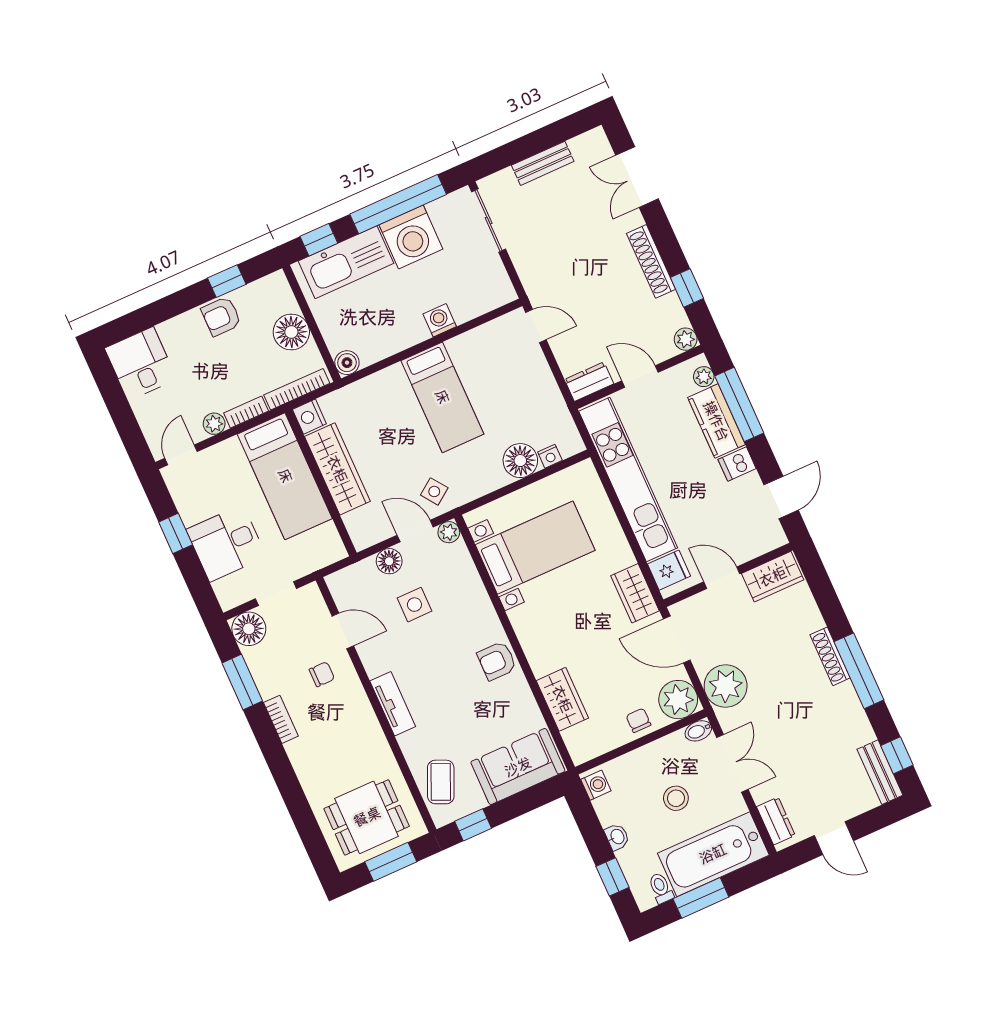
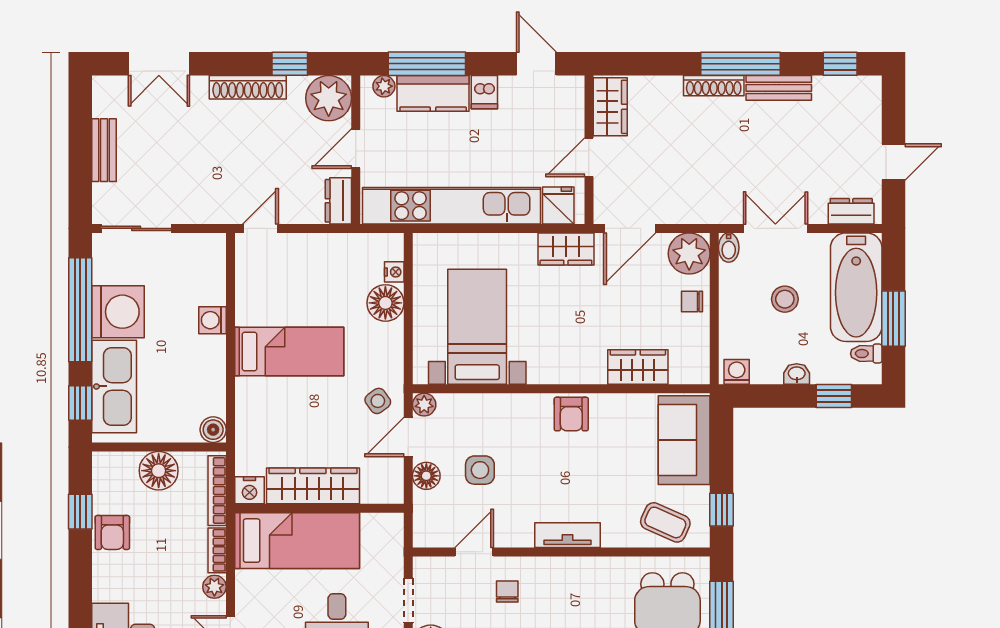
plant: (686, 339) -> (329, 98), width x1.87, depth x1.87
plant: (726, 686) -> (697, 201), removed
bench: (880, 772) -> (779, 88), moved

